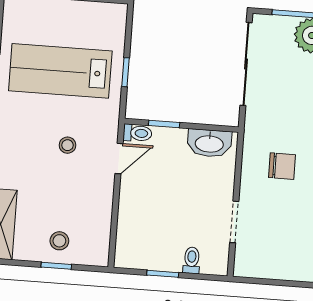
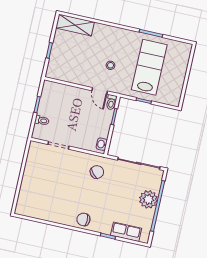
washbasin: (209, 143) -> (102, 144), width x0.52, depth x0.69
chair: (282, 166) -> (97, 172), moved, turned -132
stool: (59, 241) -> (62, 54), removed

